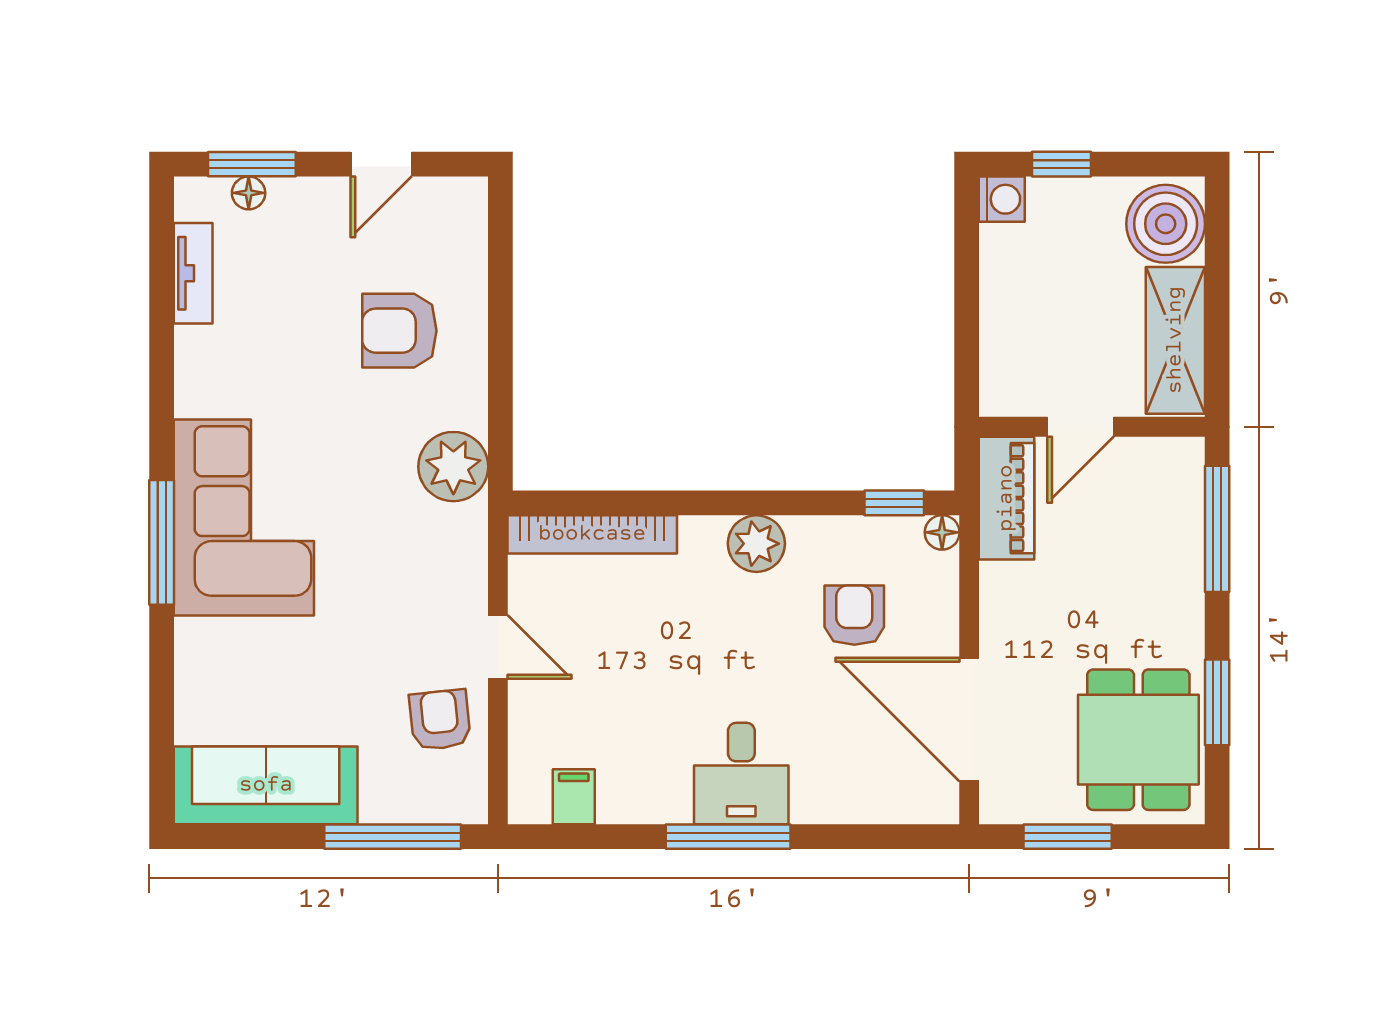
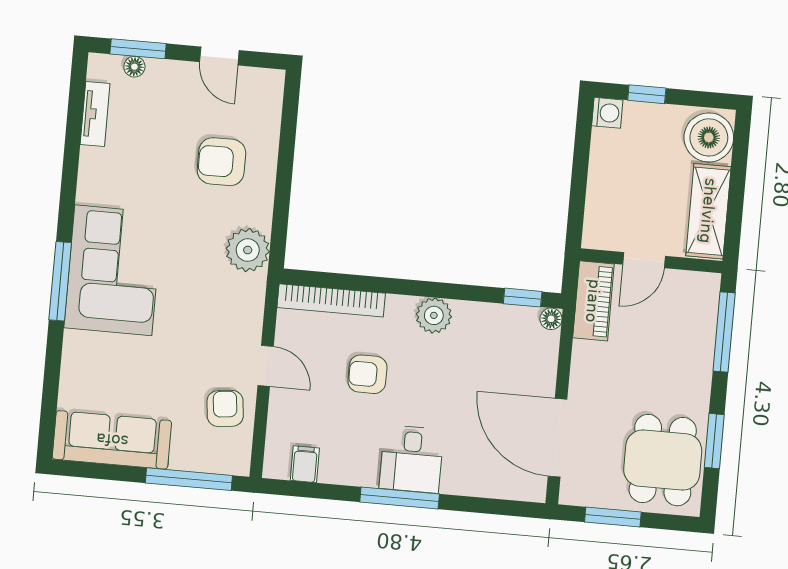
door: (381, 164) -> (219, 56), hinge flipped
armchair: (854, 615) -> (367, 374), moved, turned -90

